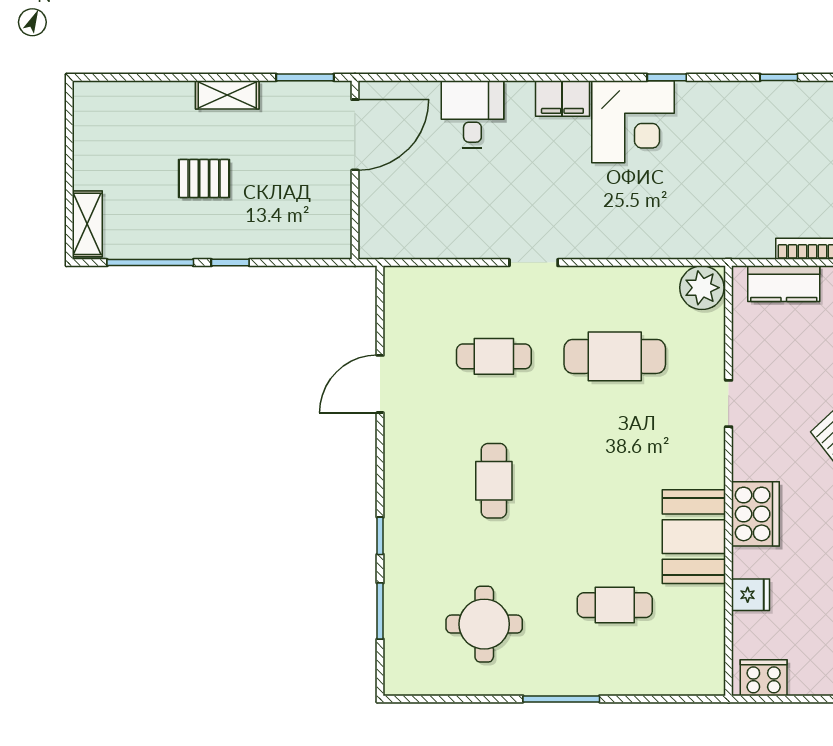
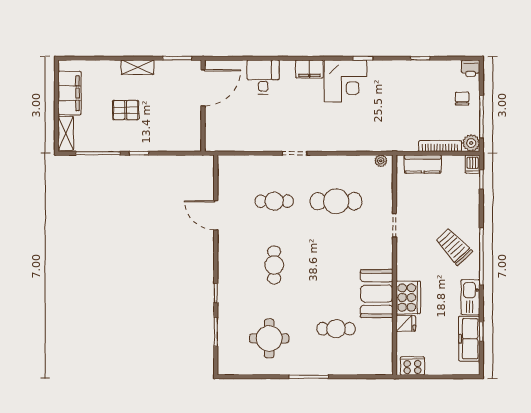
filing cabinet: (95, 145) -> (70, 93), added
plant: (702, 288) -> (381, 161), width x0.53, depth x0.53
door: (380, 384) -> (216, 215), hinge flipped
cooker: (755, 514) -> (408, 298), moved

